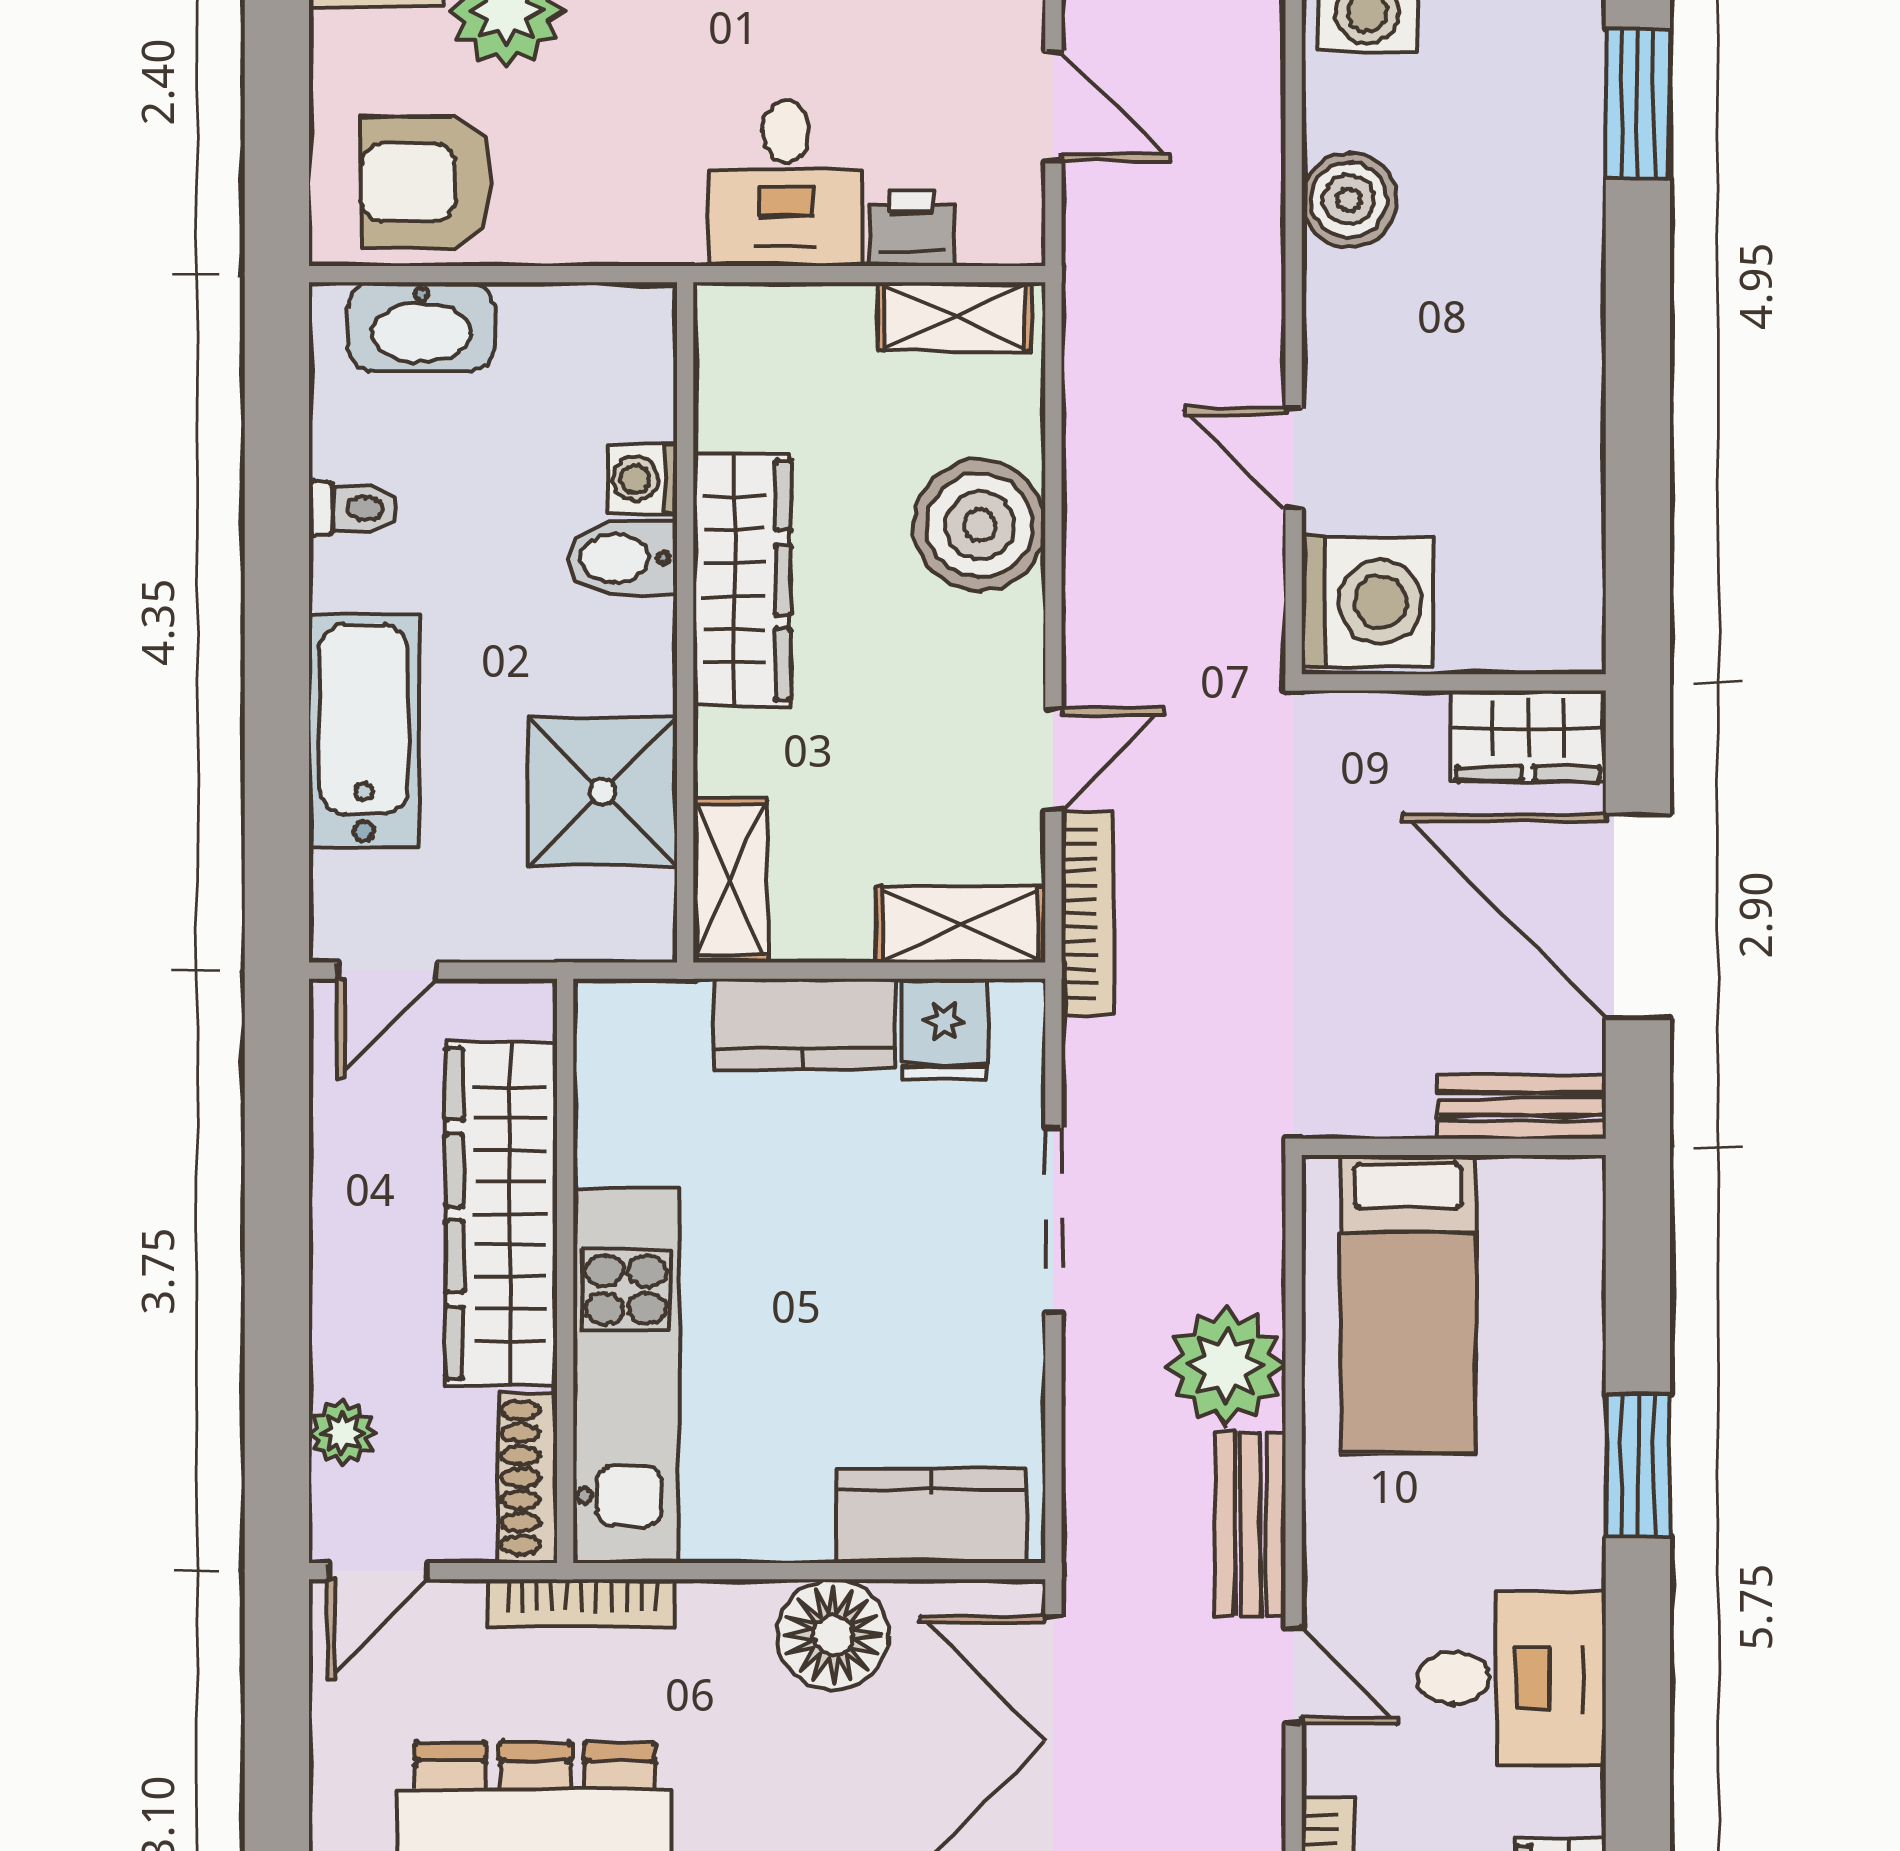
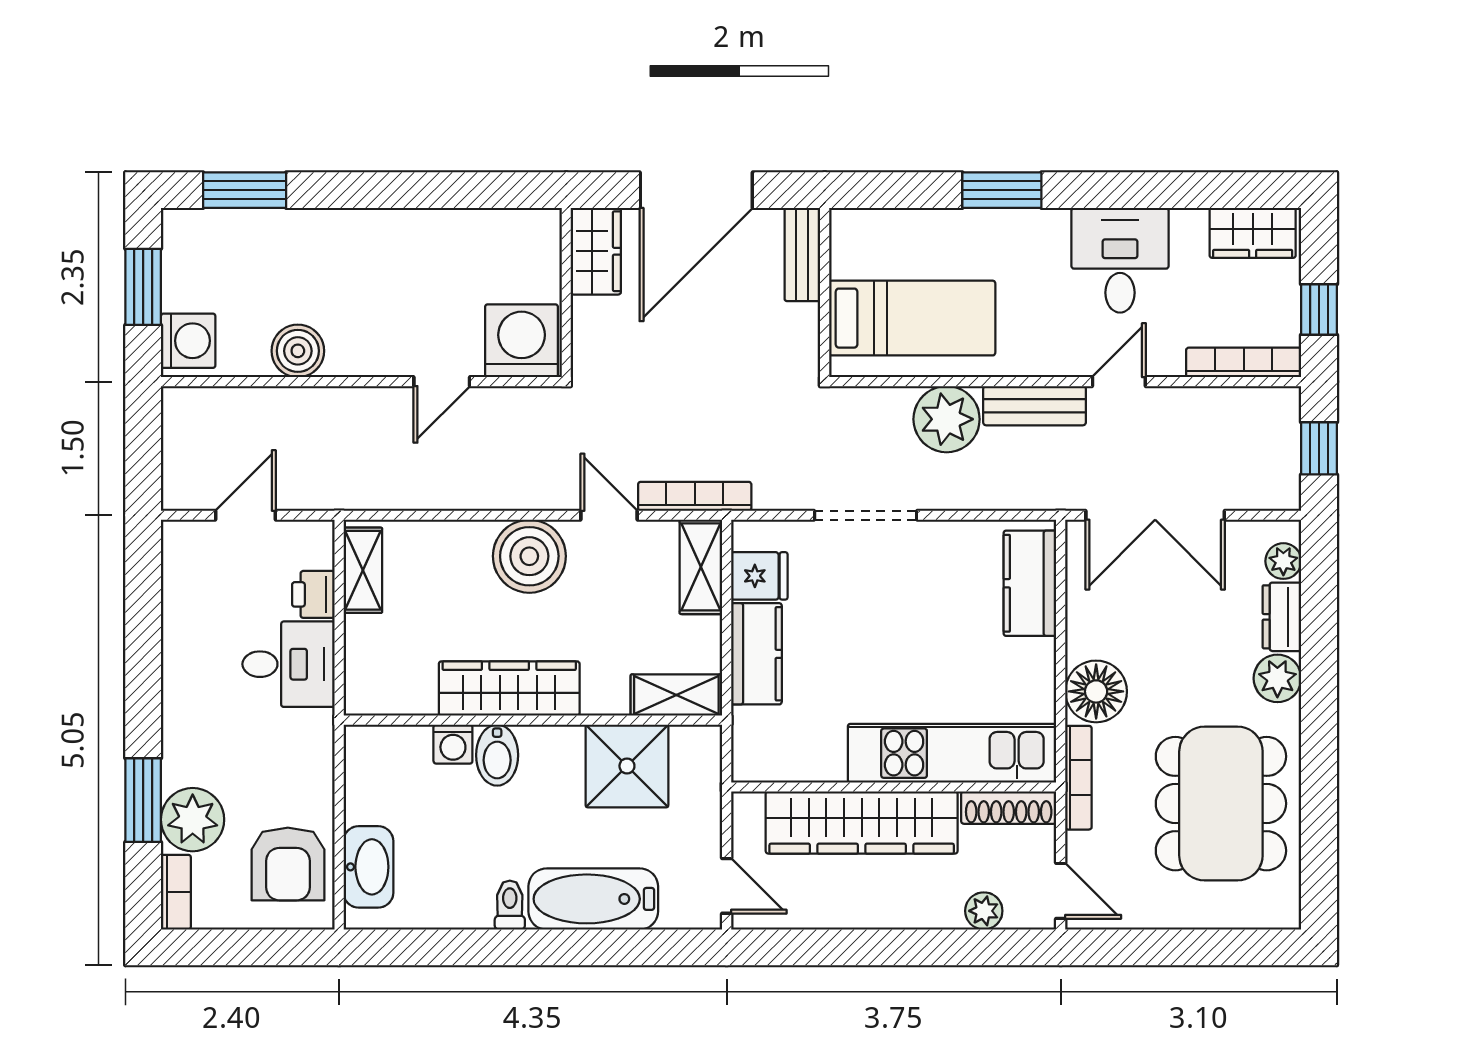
toilet: (353, 509) -> (510, 905), moved
boiler: (980, 525) -> (529, 556), moved
floor lamp: (833, 1635) -> (1096, 691), moved

